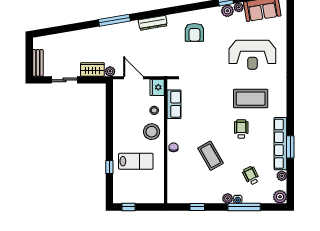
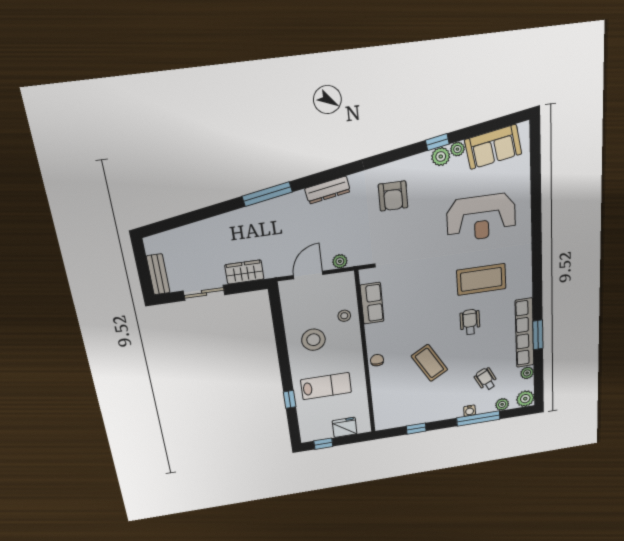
plant: (110, 71) -> (340, 261), moved
door: (133, 78) -> (308, 275), hinge flipped
fridge: (157, 87) -> (345, 427), moved, turned 90
stool: (152, 132) -> (313, 340), moved
plant: (228, 198) -> (502, 404), moved

